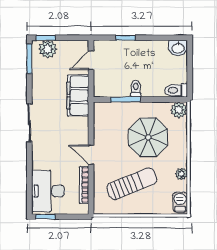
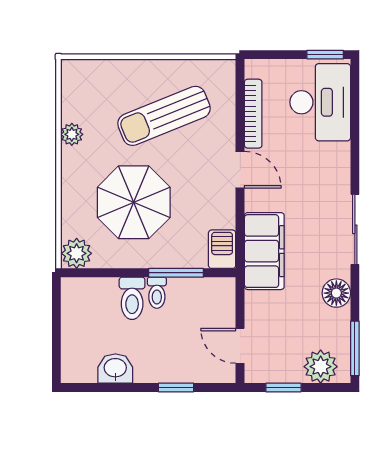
window: (46, 38) -> (283, 388), moved
washbasin: (178, 48) -> (115, 369), moved
door: (91, 60) -> (240, 346), swing flipped
floor lamp: (39, 89) -> (336, 293), added
toilet: (176, 90) -> (132, 298), moved, turned 90
filing cabinet: (78, 96) -> (264, 251), moved
barbecue: (180, 202) -> (222, 249), moved, turned 180

